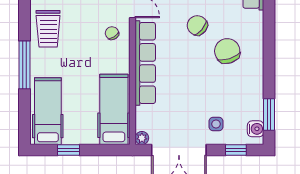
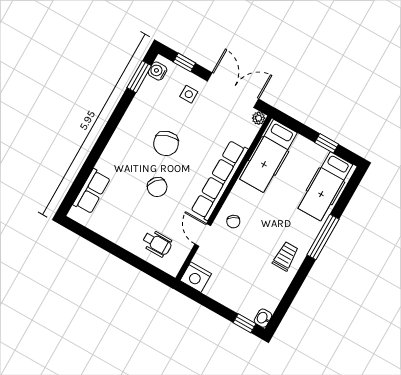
trolley: (48, 29) -> (285, 256), width x0.73, depth x0.72
chair: (227, 51) -> (166, 143), moved

